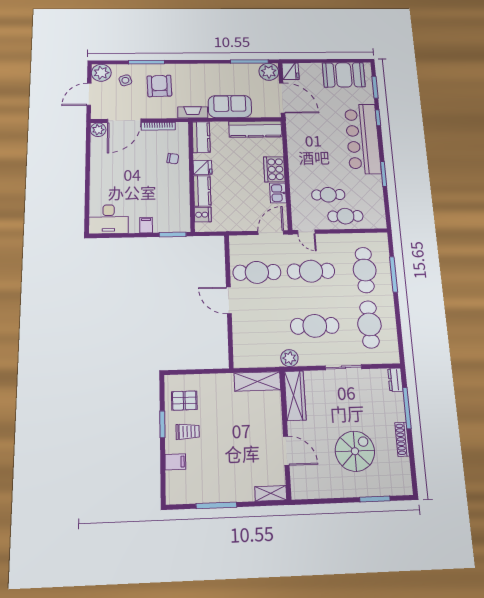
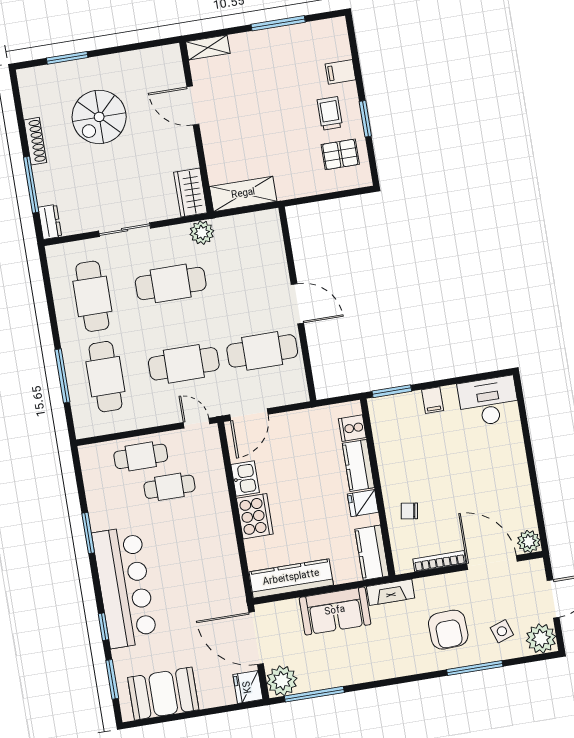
door: (124, 121) -> (492, 563), hinge flipped
wardrobe: (295, 396) -> (190, 192), width x0.67
trolley: (188, 432) -> (330, 113), turned 90

